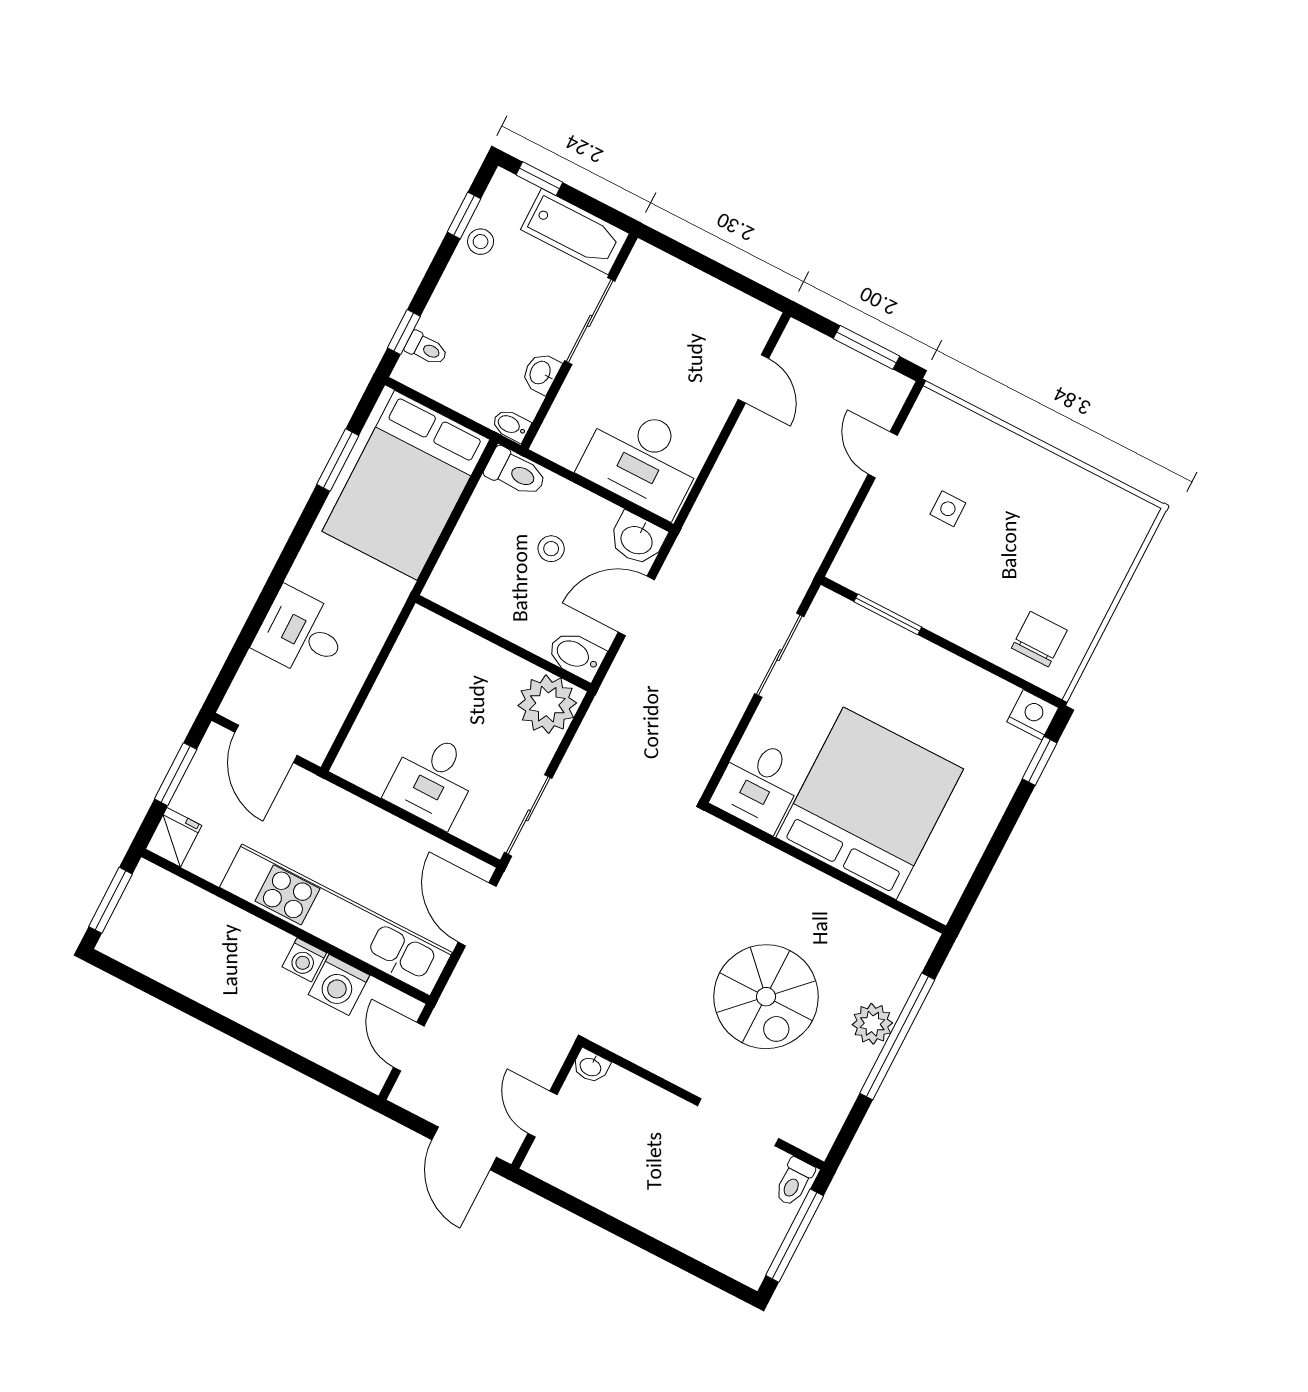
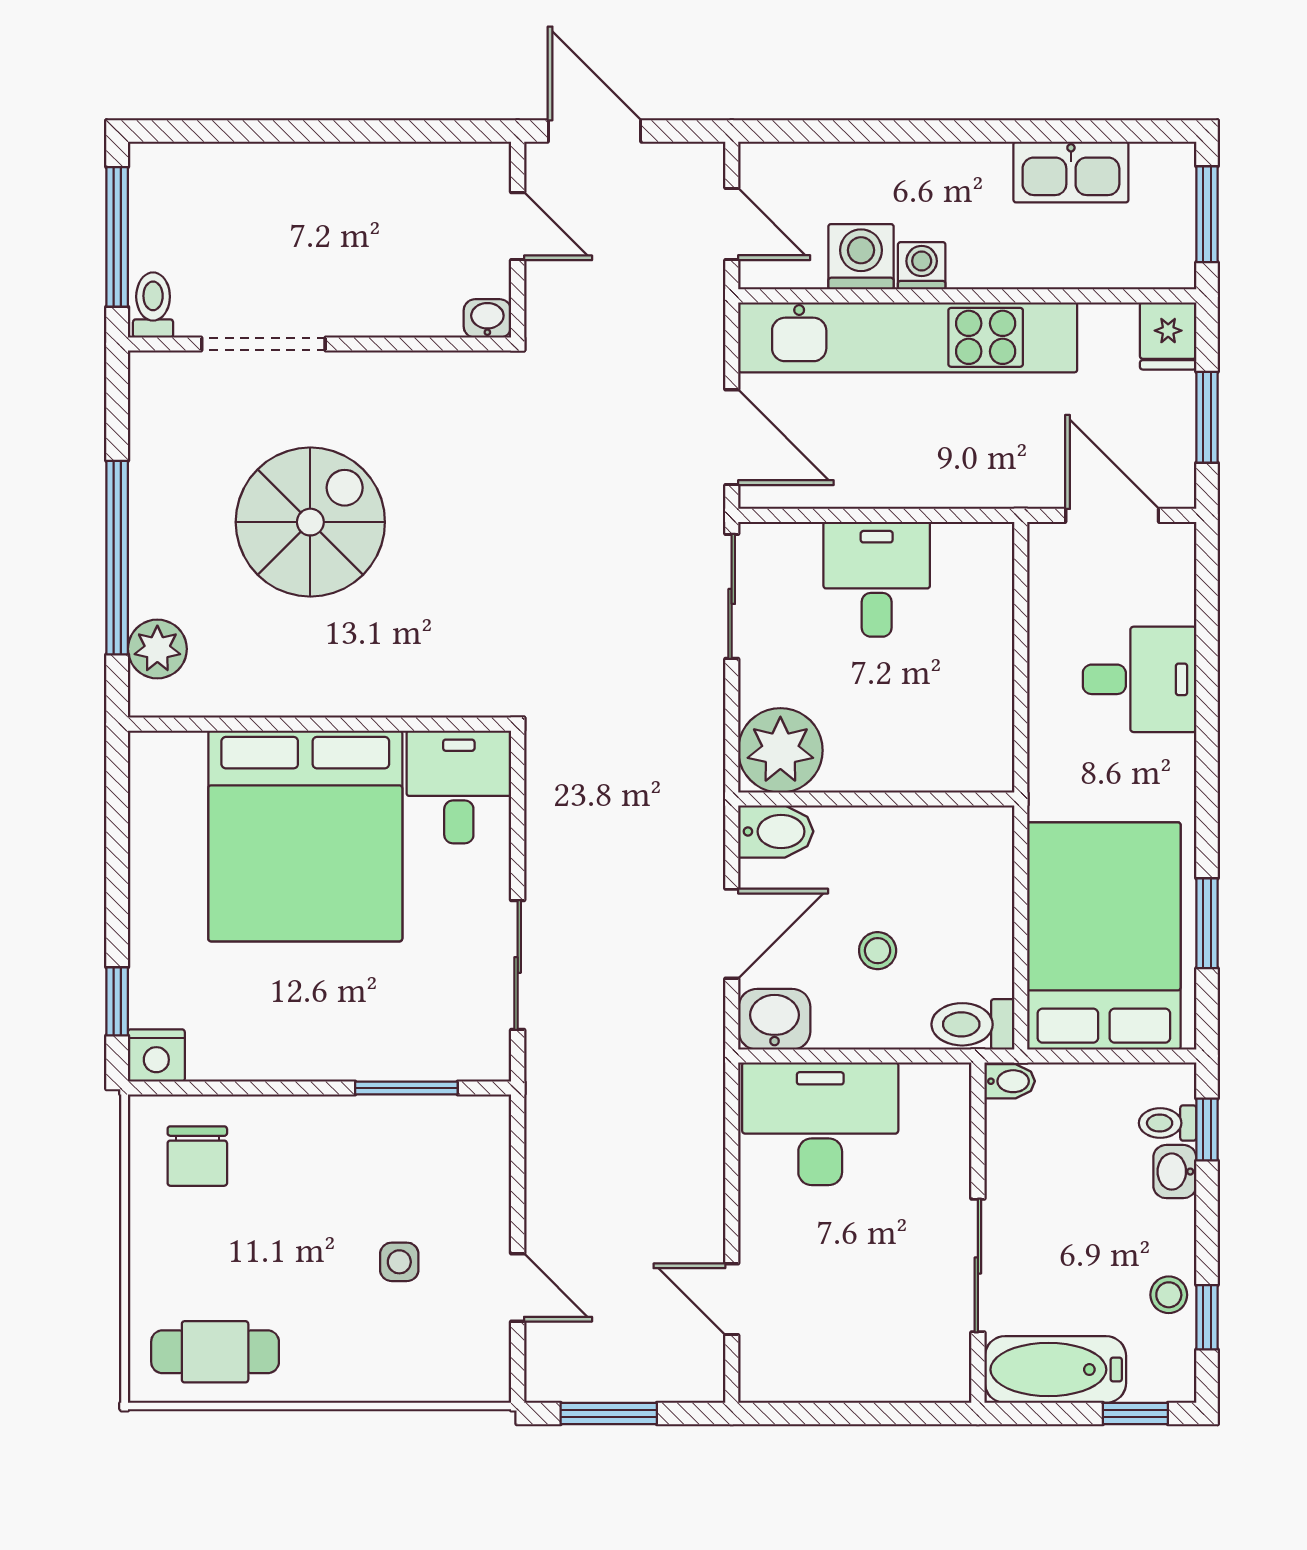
washbasin: (541, 373) -> (1175, 1172), moved, turned 180
cafe table: (1091, 512) -> (215, 1352), added
kitchen sink: (181, 970) -> (1071, 172), added
spiral stairs: (766, 997) -> (310, 522), turned 90
plant: (872, 1024) -> (157, 649), moved

